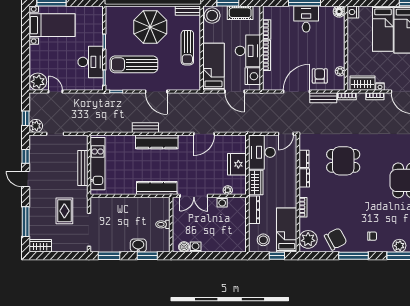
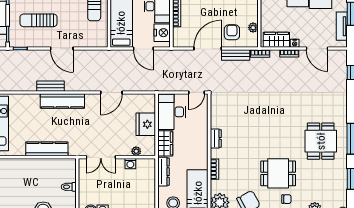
sun lounger: (134, 64) -> (38, 20), width x0.73, depth x0.75
dresser: (304, 159) -> (216, 119), removed
dining table: (343, 161) -> (278, 173), moved
kitchen counter: (157, 188) -> (47, 149), moved

